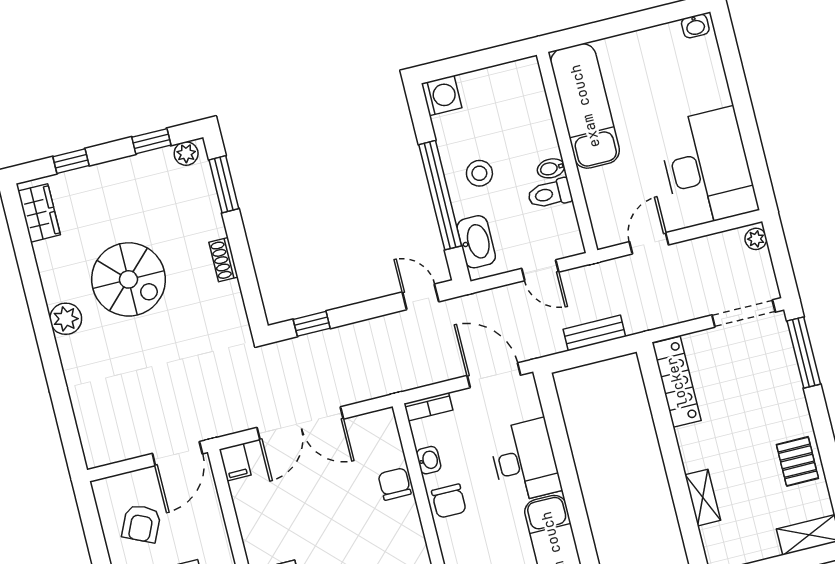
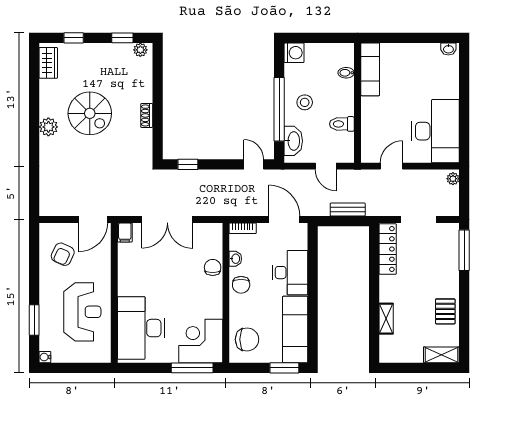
exam couch: (585, 106) -> (370, 69), width x0.73, depth x0.69
bidet: (551, 168) -> (346, 73), moved
window: (224, 184) -> (158, 73), removed
doorway: (744, 313) -> (418, 219), moved

